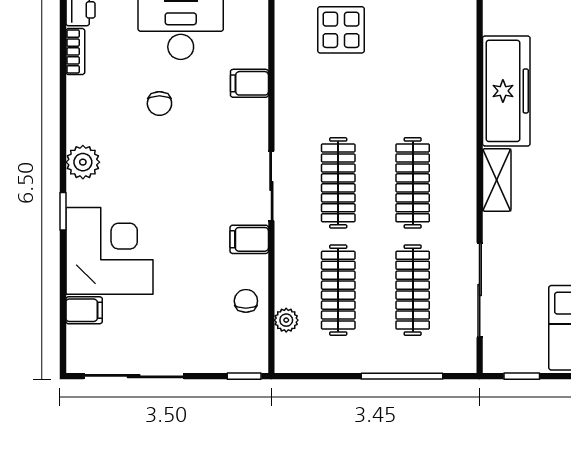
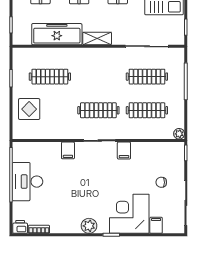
filing cabinet: (249, 83) -> (68, 150), moved
chair: (159, 104) -> (62, 191), removed
clothes rail: (413, 183) -> (50, 77), moved
chair: (246, 301) -> (161, 182), moved
plant: (286, 320) -> (179, 134), moved

